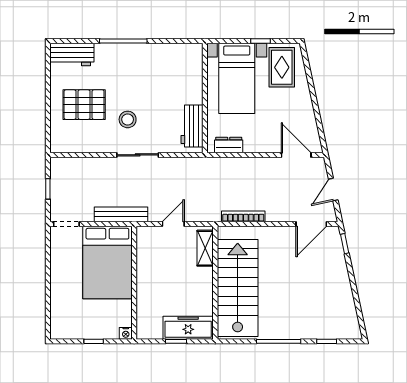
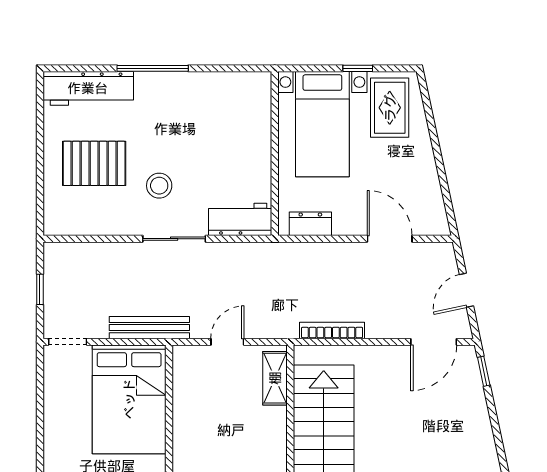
workbench: (72, 54) -> (88, 88), width x1.37
workbench: (192, 126) -> (240, 219), moved, turned 90
door: (296, 155) -> (390, 239), moved

